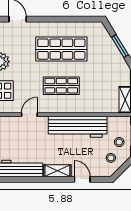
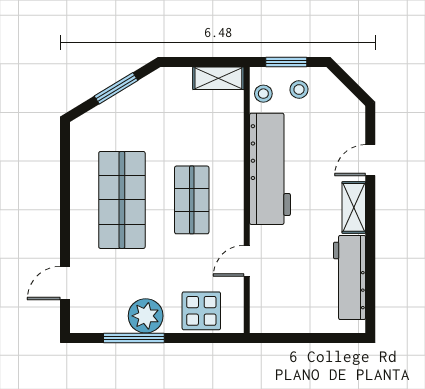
door: (29, 115) -> (247, 261), hinge flipped
stool: (111, 158) -> (263, 94), moved

